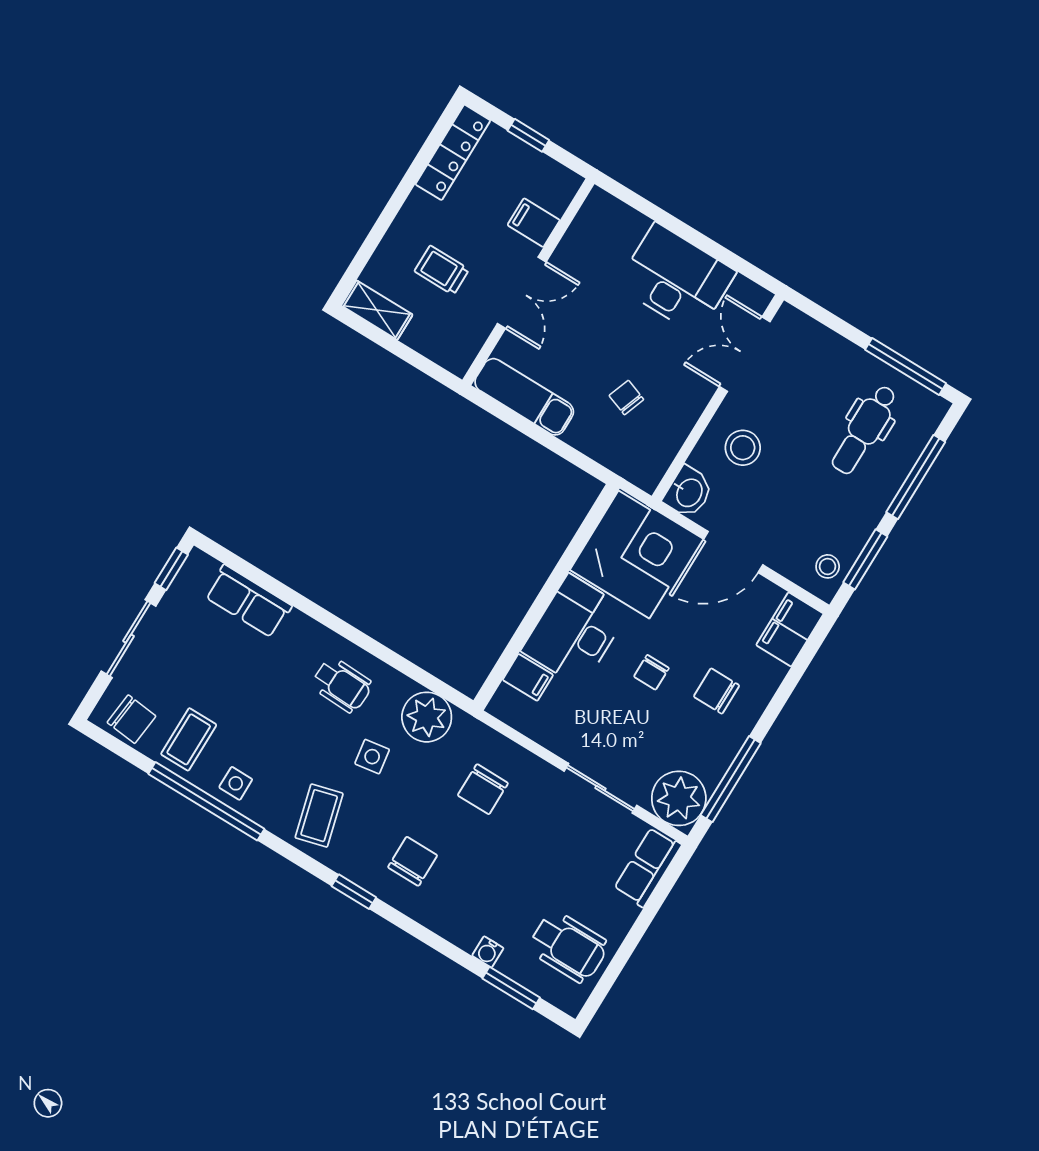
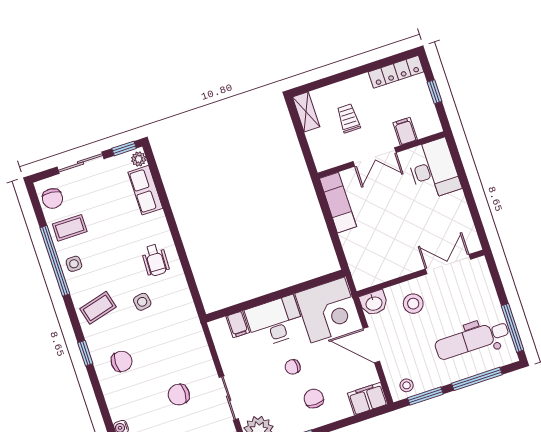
desk: (676, 279) -> (433, 169), moved
chair: (626, 397) -> (382, 240), removed
dental chair: (864, 430) -> (472, 340), width x1.36, depth x1.38
plant: (427, 717) -> (139, 159), moved, width x0.53, depth x0.53
chair: (483, 789) -> (179, 395), moved

